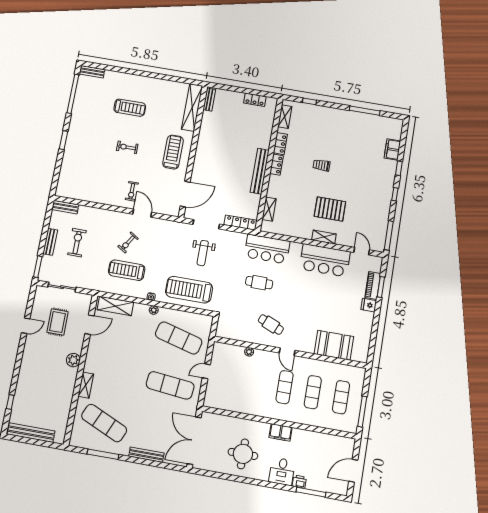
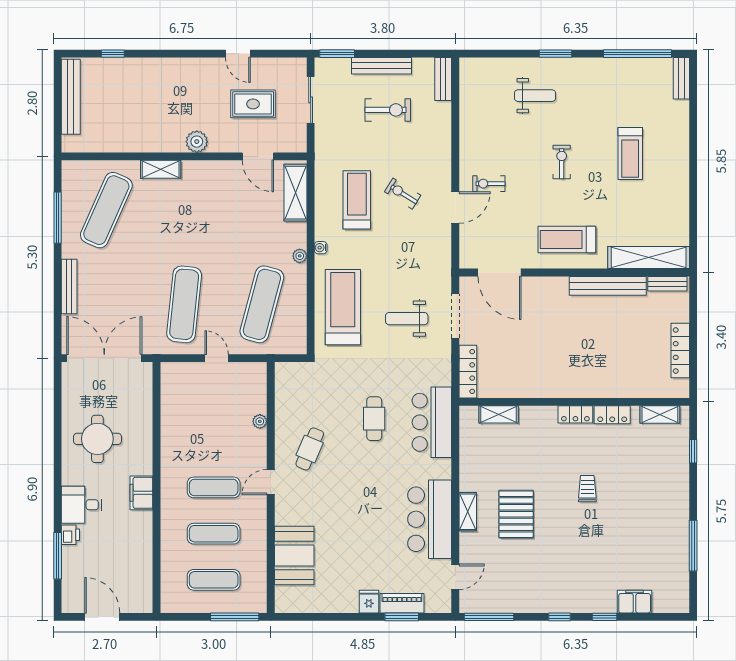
locker: (255, 100) -> (680, 351), width x1.53
treadmill: (173, 152) -> (567, 240), turned 180
weight bench: (86, 156) -> (535, 96), added
bench: (260, 171) -> (608, 286), moved
bench: (50, 242) -> (381, 66), width x1.36
window: (362, 412) -> (235, 617), moved

